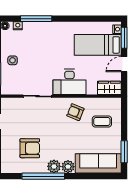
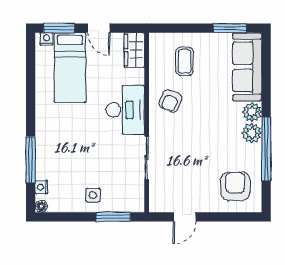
armchair: (30, 148) -> (235, 186), moved

